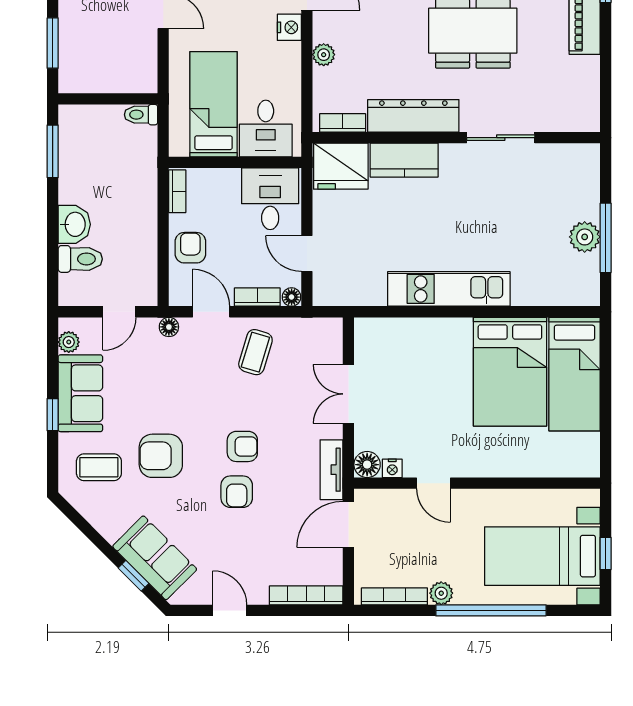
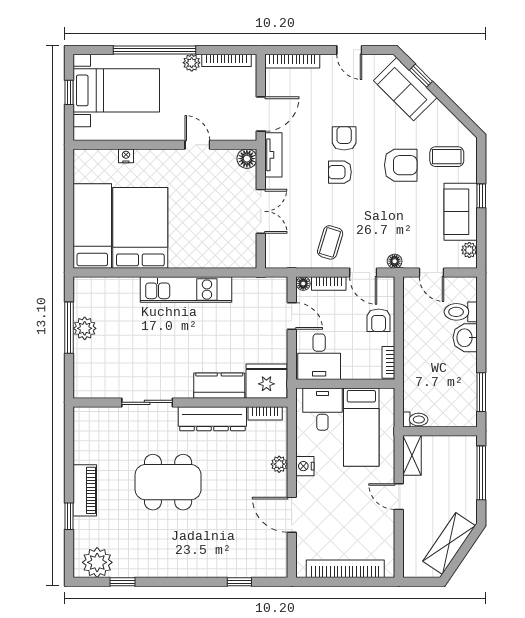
nightstand: (289, 27) -> (305, 466), moved
window: (53, 43) -> (481, 473), width x1.44
shelving: (146, 66) -> (412, 455), added
door: (119, 312) -> (432, 273), swing flipped
nightstand: (392, 468) -> (126, 156), moved

